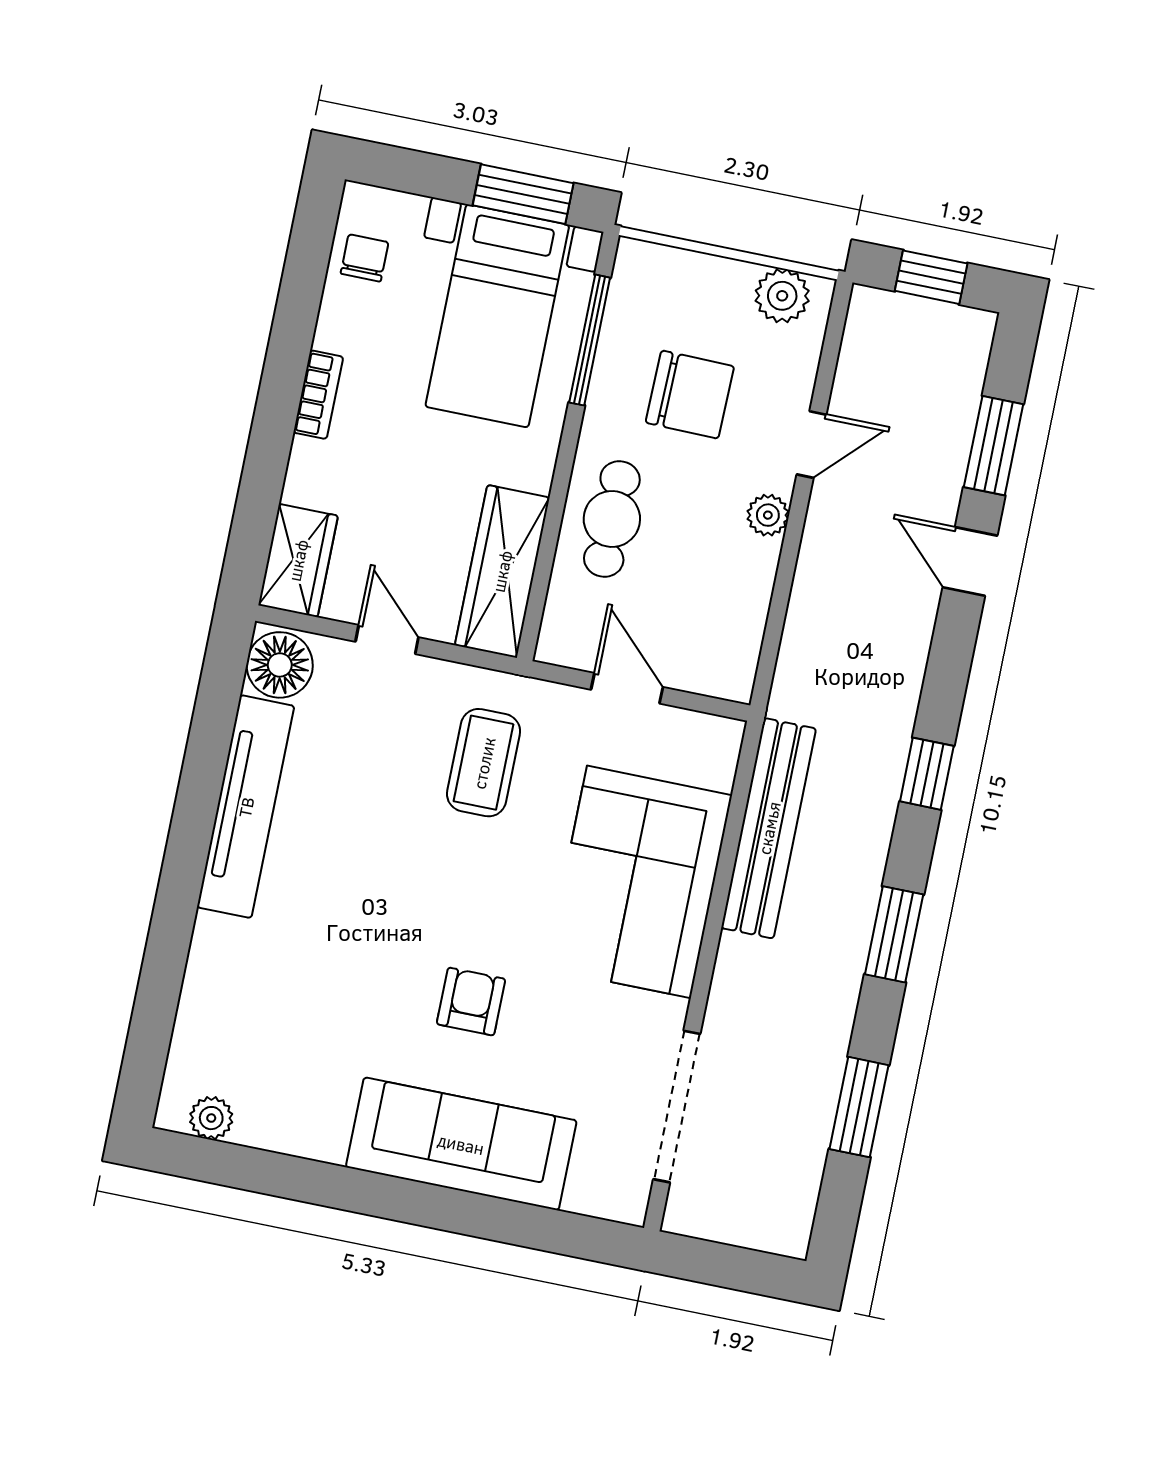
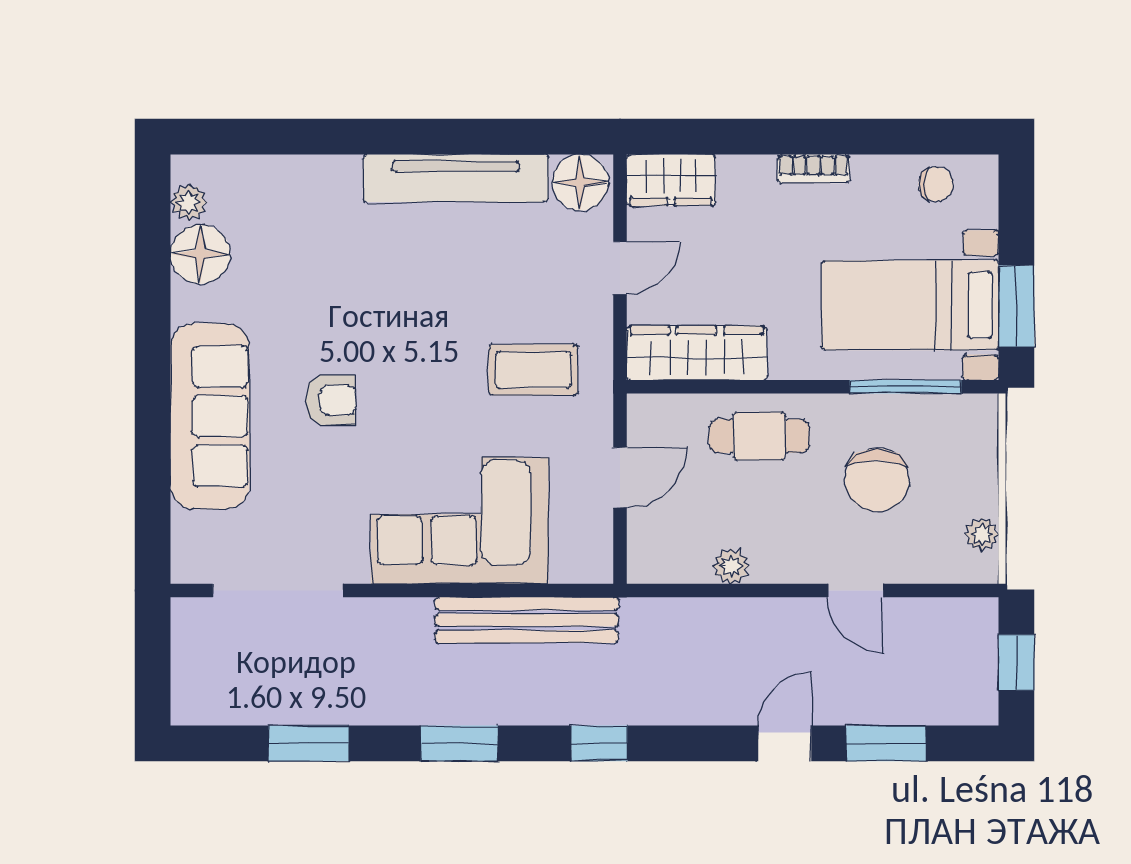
plant: (782, 296) -> (982, 534), width x0.73, depth x0.73
plant: (768, 515) -> (731, 566), moved
floor lamp: (273, 1117) -> (200, 254), added

